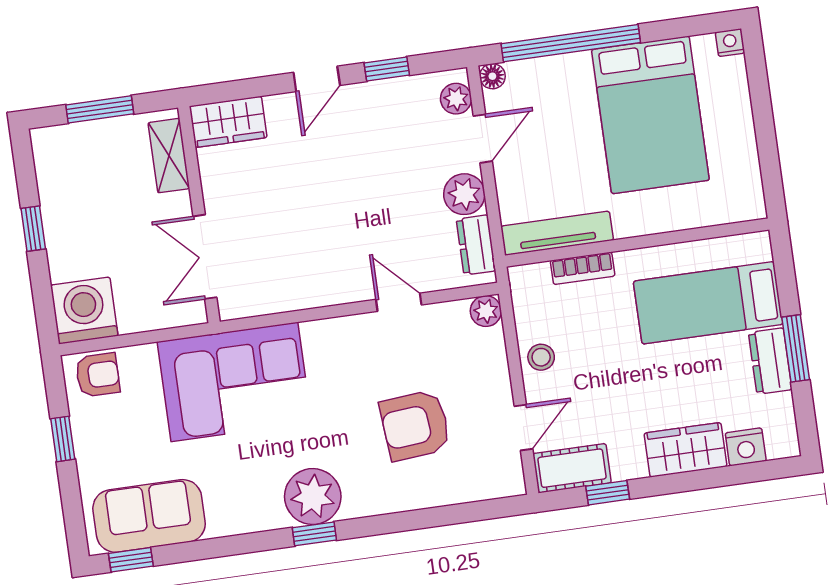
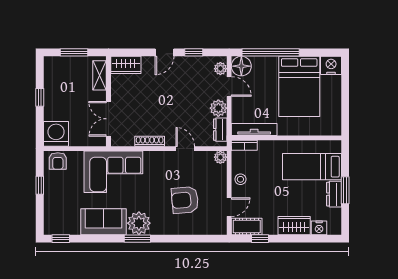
nightstand: (730, 43) -> (331, 65), width x1.89, depth x1.79
floor lamp: (492, 76) -> (241, 66), width x1.89, depth x1.89
door: (483, 139) -> (229, 86), hinge flipped
bookcase: (583, 268) -> (244, 145), moved
shoe rack: (311, 297) -> (150, 141), added
armchair: (98, 375) -> (58, 161), turned 90
sofa: (149, 516) -> (103, 222), moved
window: (314, 534) -> (137, 239), width x1.50

